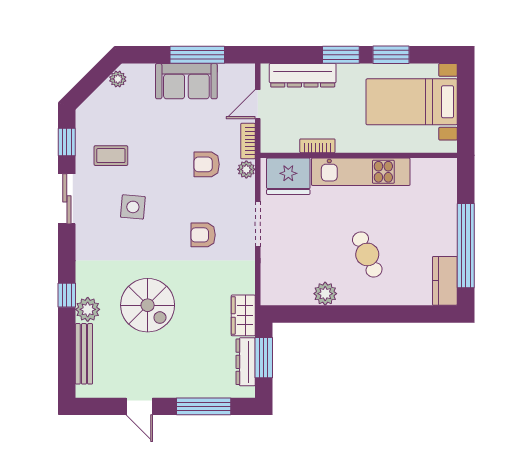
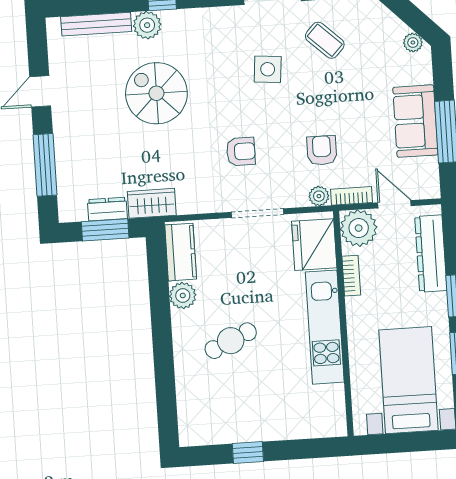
plant: (276, 137) -> (359, 228), added
coffee table: (111, 156) -> (325, 40), turned -47
armchair: (203, 235) -> (241, 152), turned 90
window: (466, 246) -> (248, 453), width x0.32
kitchen counter: (445, 281) -> (181, 252), moved, turned 90
spiral stairs: (148, 305) -> (156, 93), turned 90
dresser: (246, 362) -> (107, 209), width x0.70

